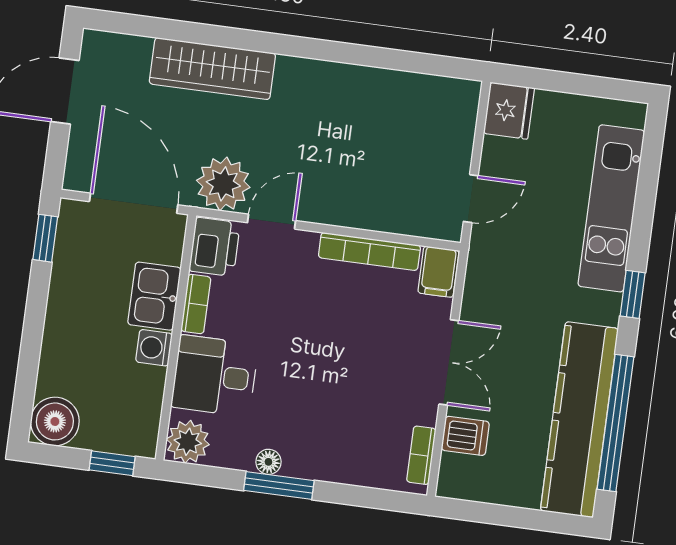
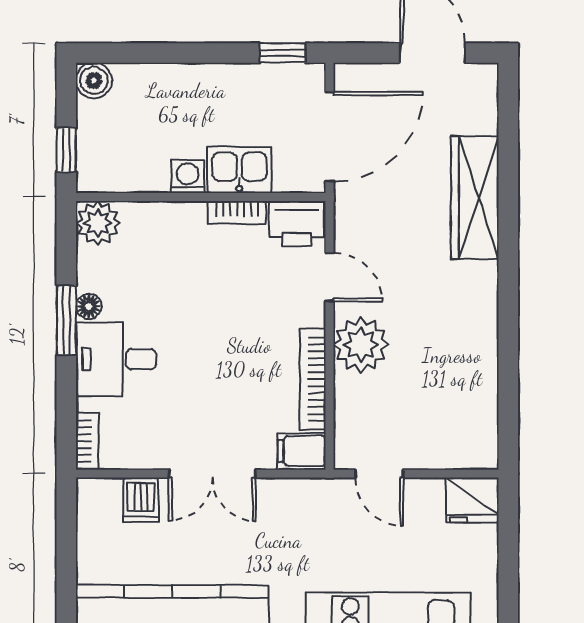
plant: (223, 184) -> (361, 345), moved
desk: (215, 376) -> (116, 359), moved, turned -90
boiler: (55, 421) -> (94, 81), width x0.73, depth x0.73
bookcase: (421, 455) -> (87, 441), moved, turned 90

